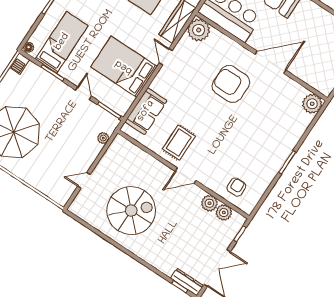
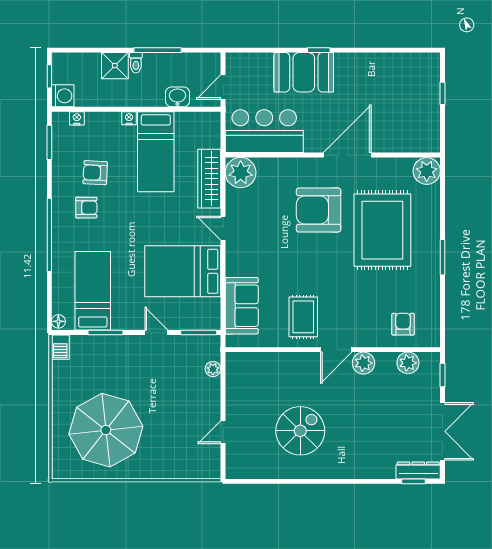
rug: (262, 122) -> (382, 230), added
plant: (209, 203) -> (363, 363), moved
spiral stairs: (131, 211) -> (300, 431), width x0.73, depth x0.73

